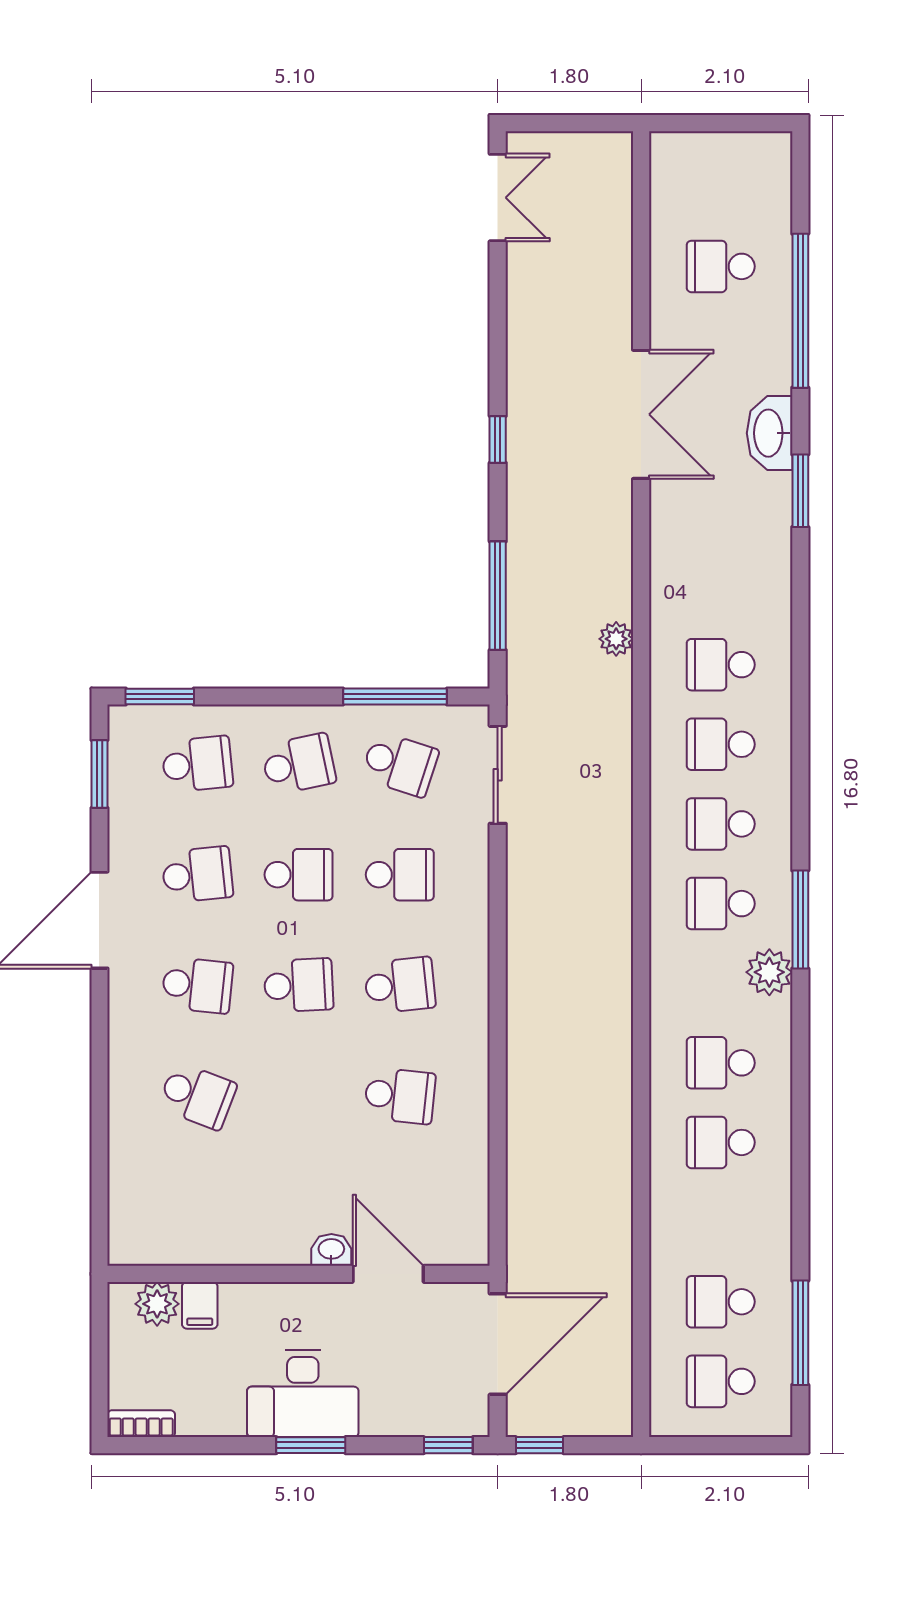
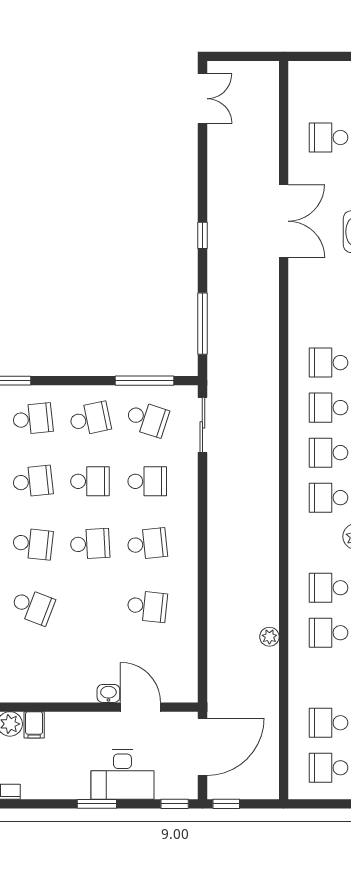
plant: (616, 639) -> (269, 637), moved
desk: (303, 1393) -> (122, 775), moved

